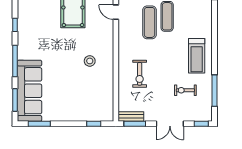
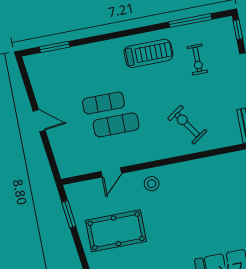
stool: (90, 61) -> (152, 184), moved
exercise bike: (140, 74) -> (187, 125), turned -124

